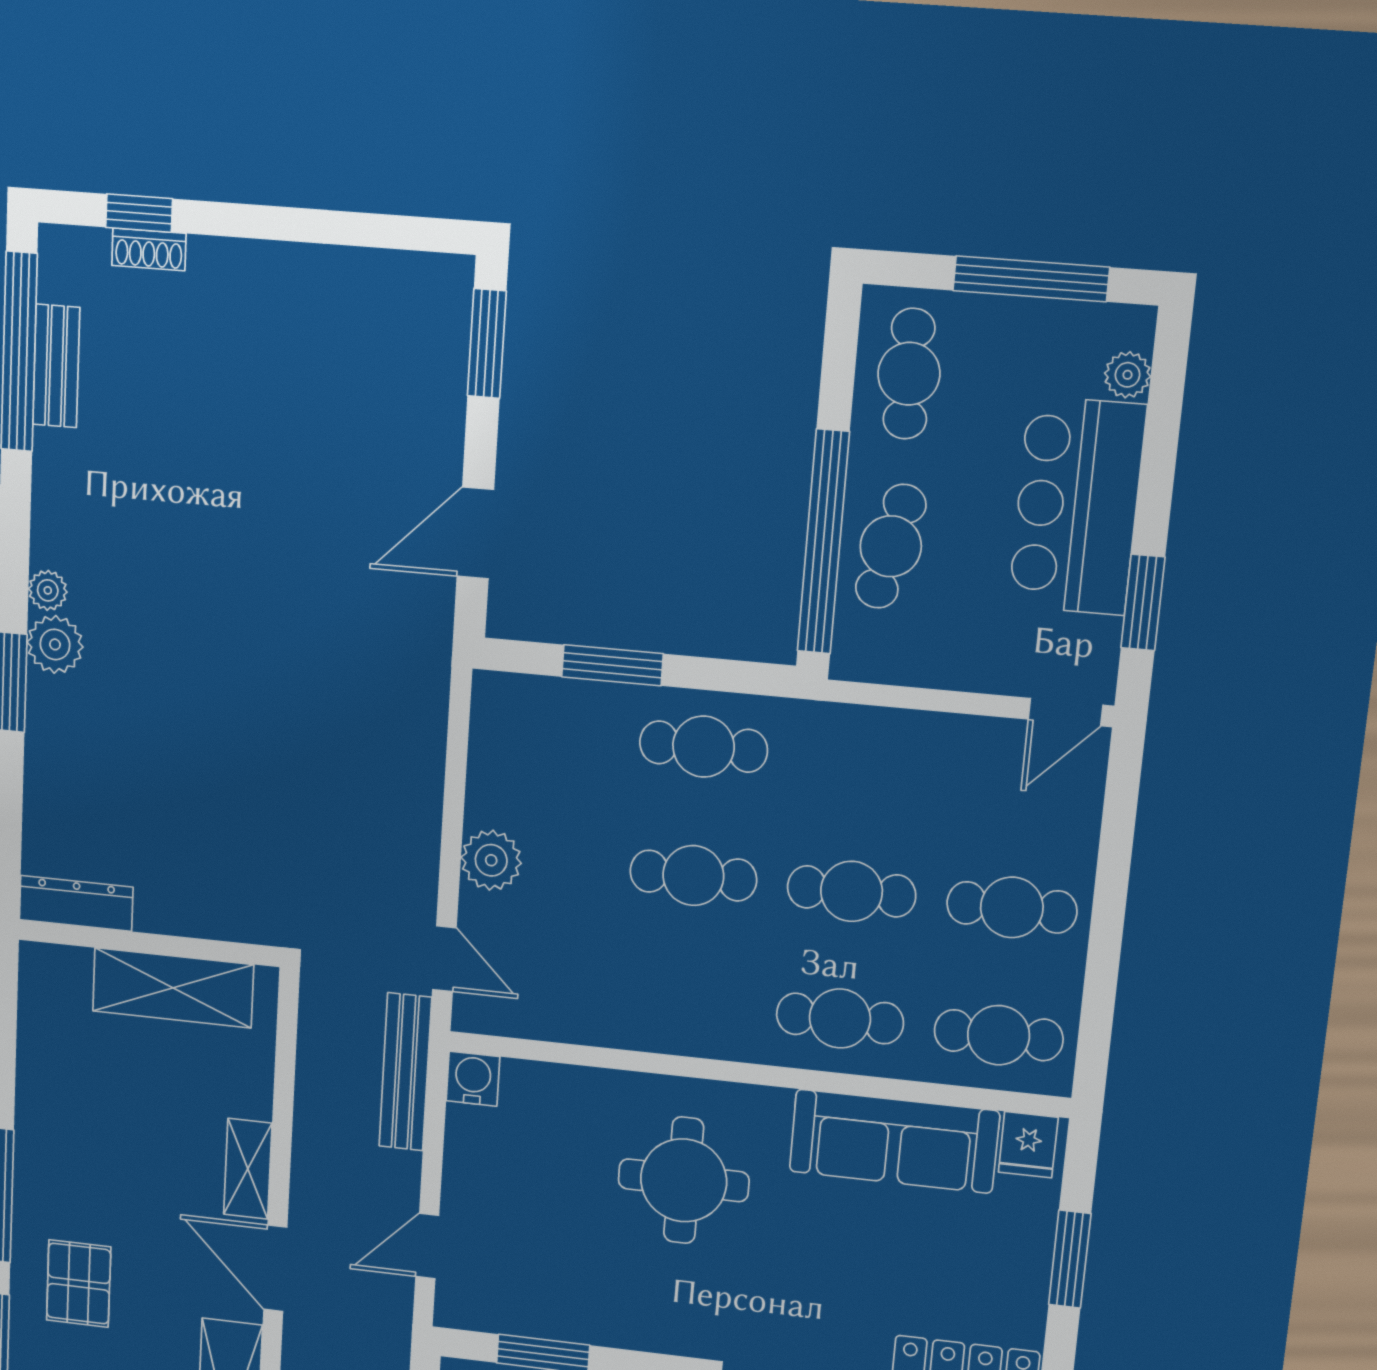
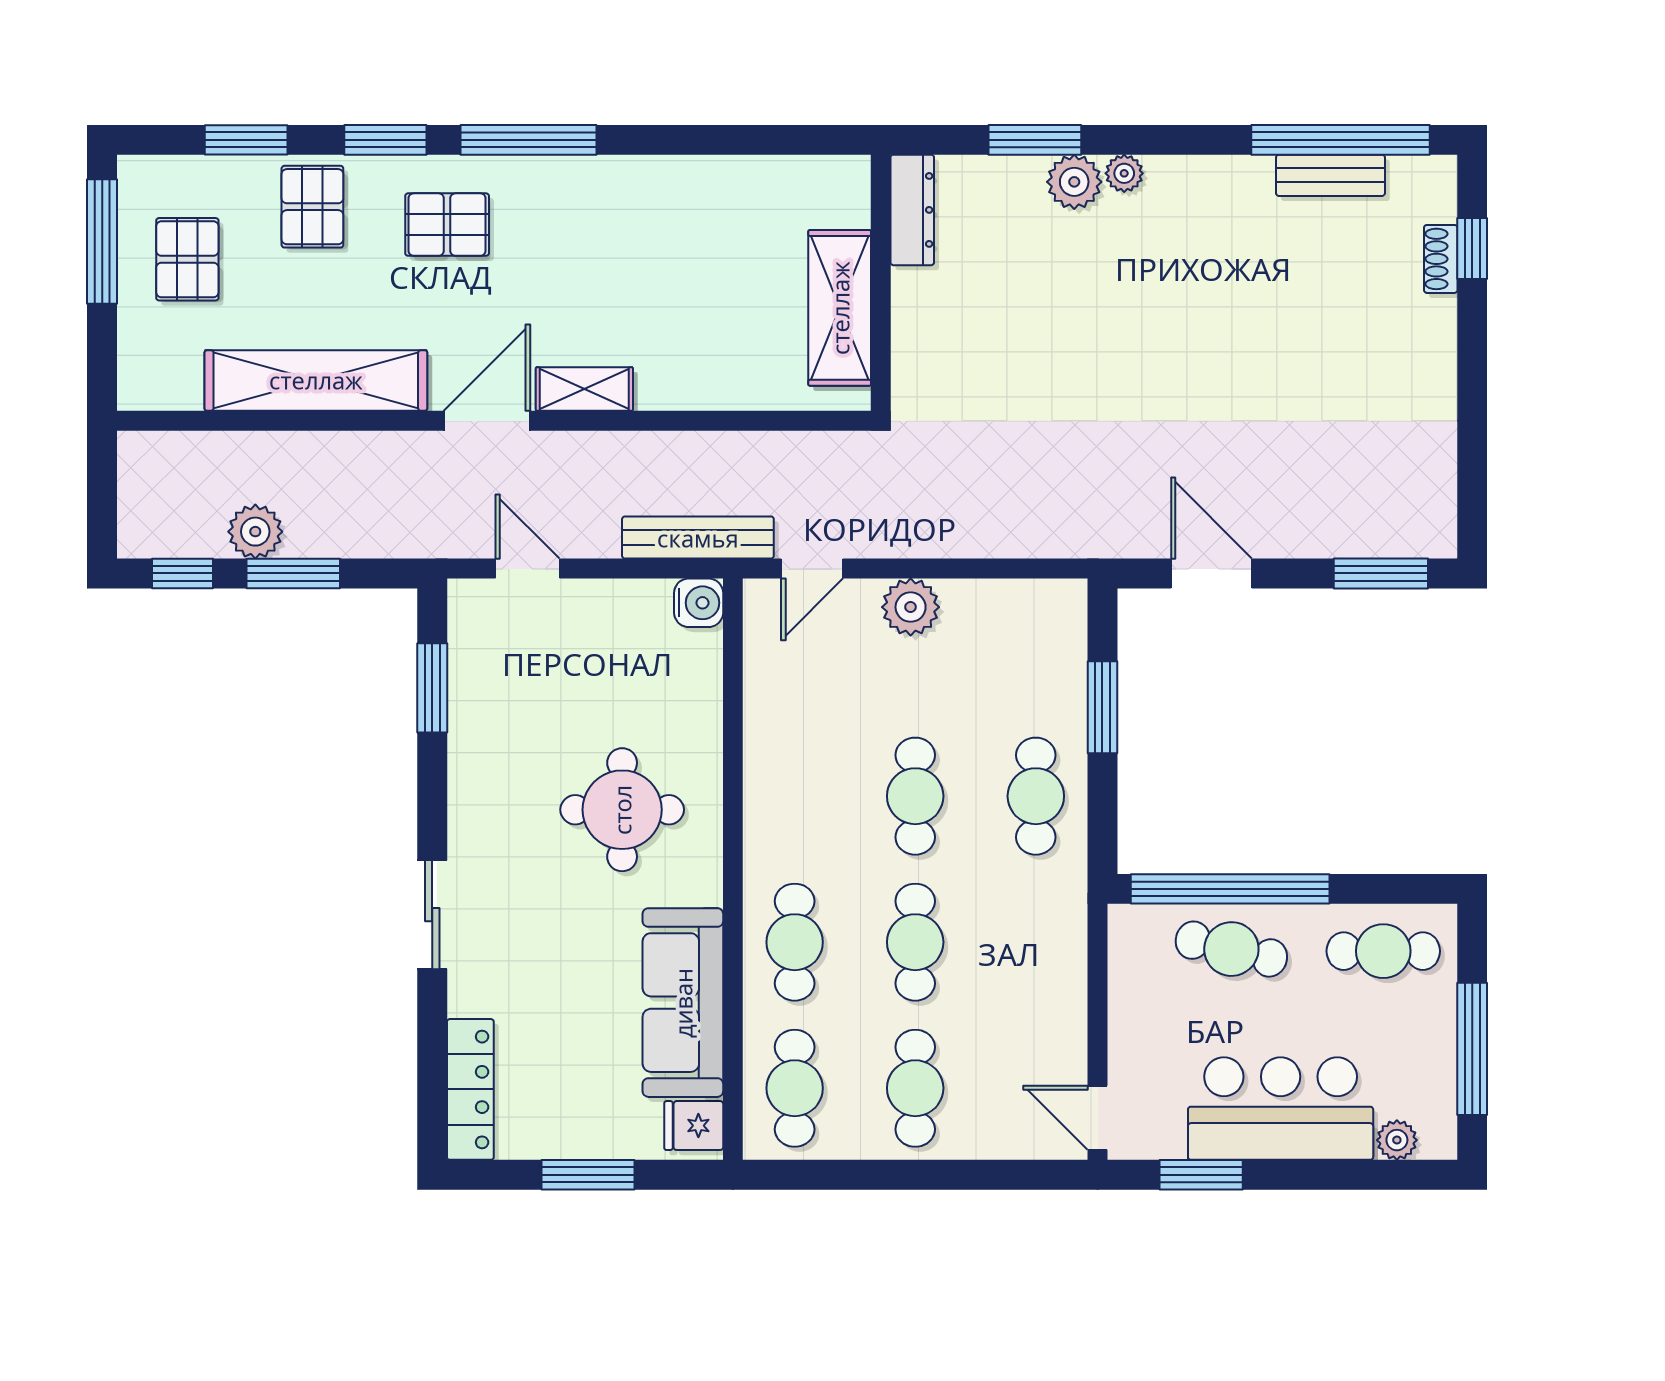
dresser: (76, 903) -> (912, 210), moved
wall: (149, 943) -> (881, 283), moved
shelving: (173, 988) -> (840, 308), moved

